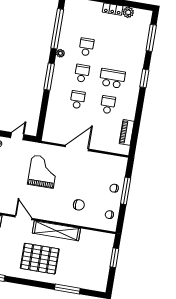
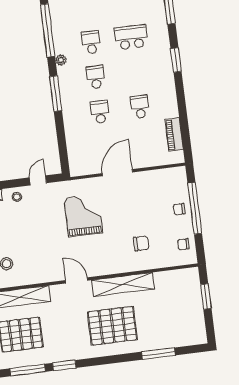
school desk: (112, 78) -> (131, 37), moved
window: (126, 191) -> (195, 208), width x1.46

